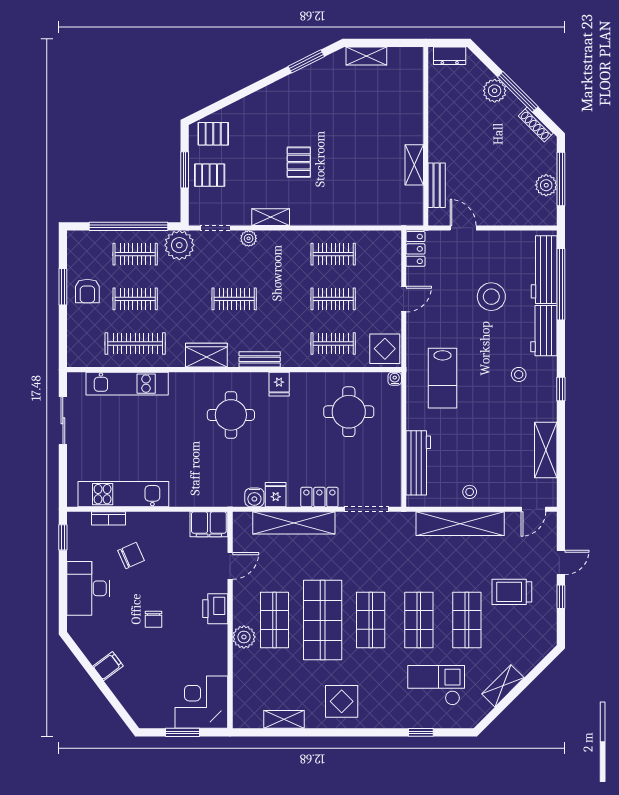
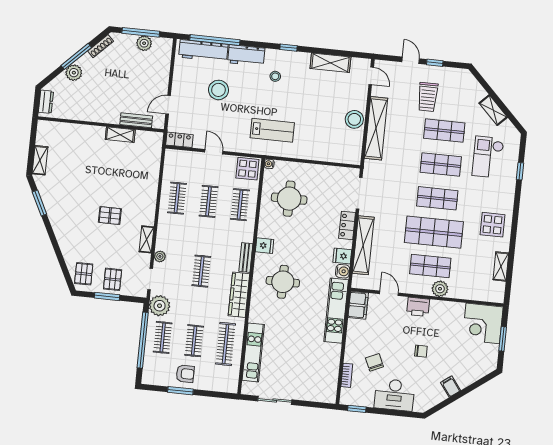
wardrobe: (206, 355) -> (239, 295), width x1.50
workbench: (418, 463) -> (330, 153), removed
stool: (470, 492) -> (354, 119), width x1.89, depth x1.89
kitchen unit: (123, 494) -> (336, 311), moved

